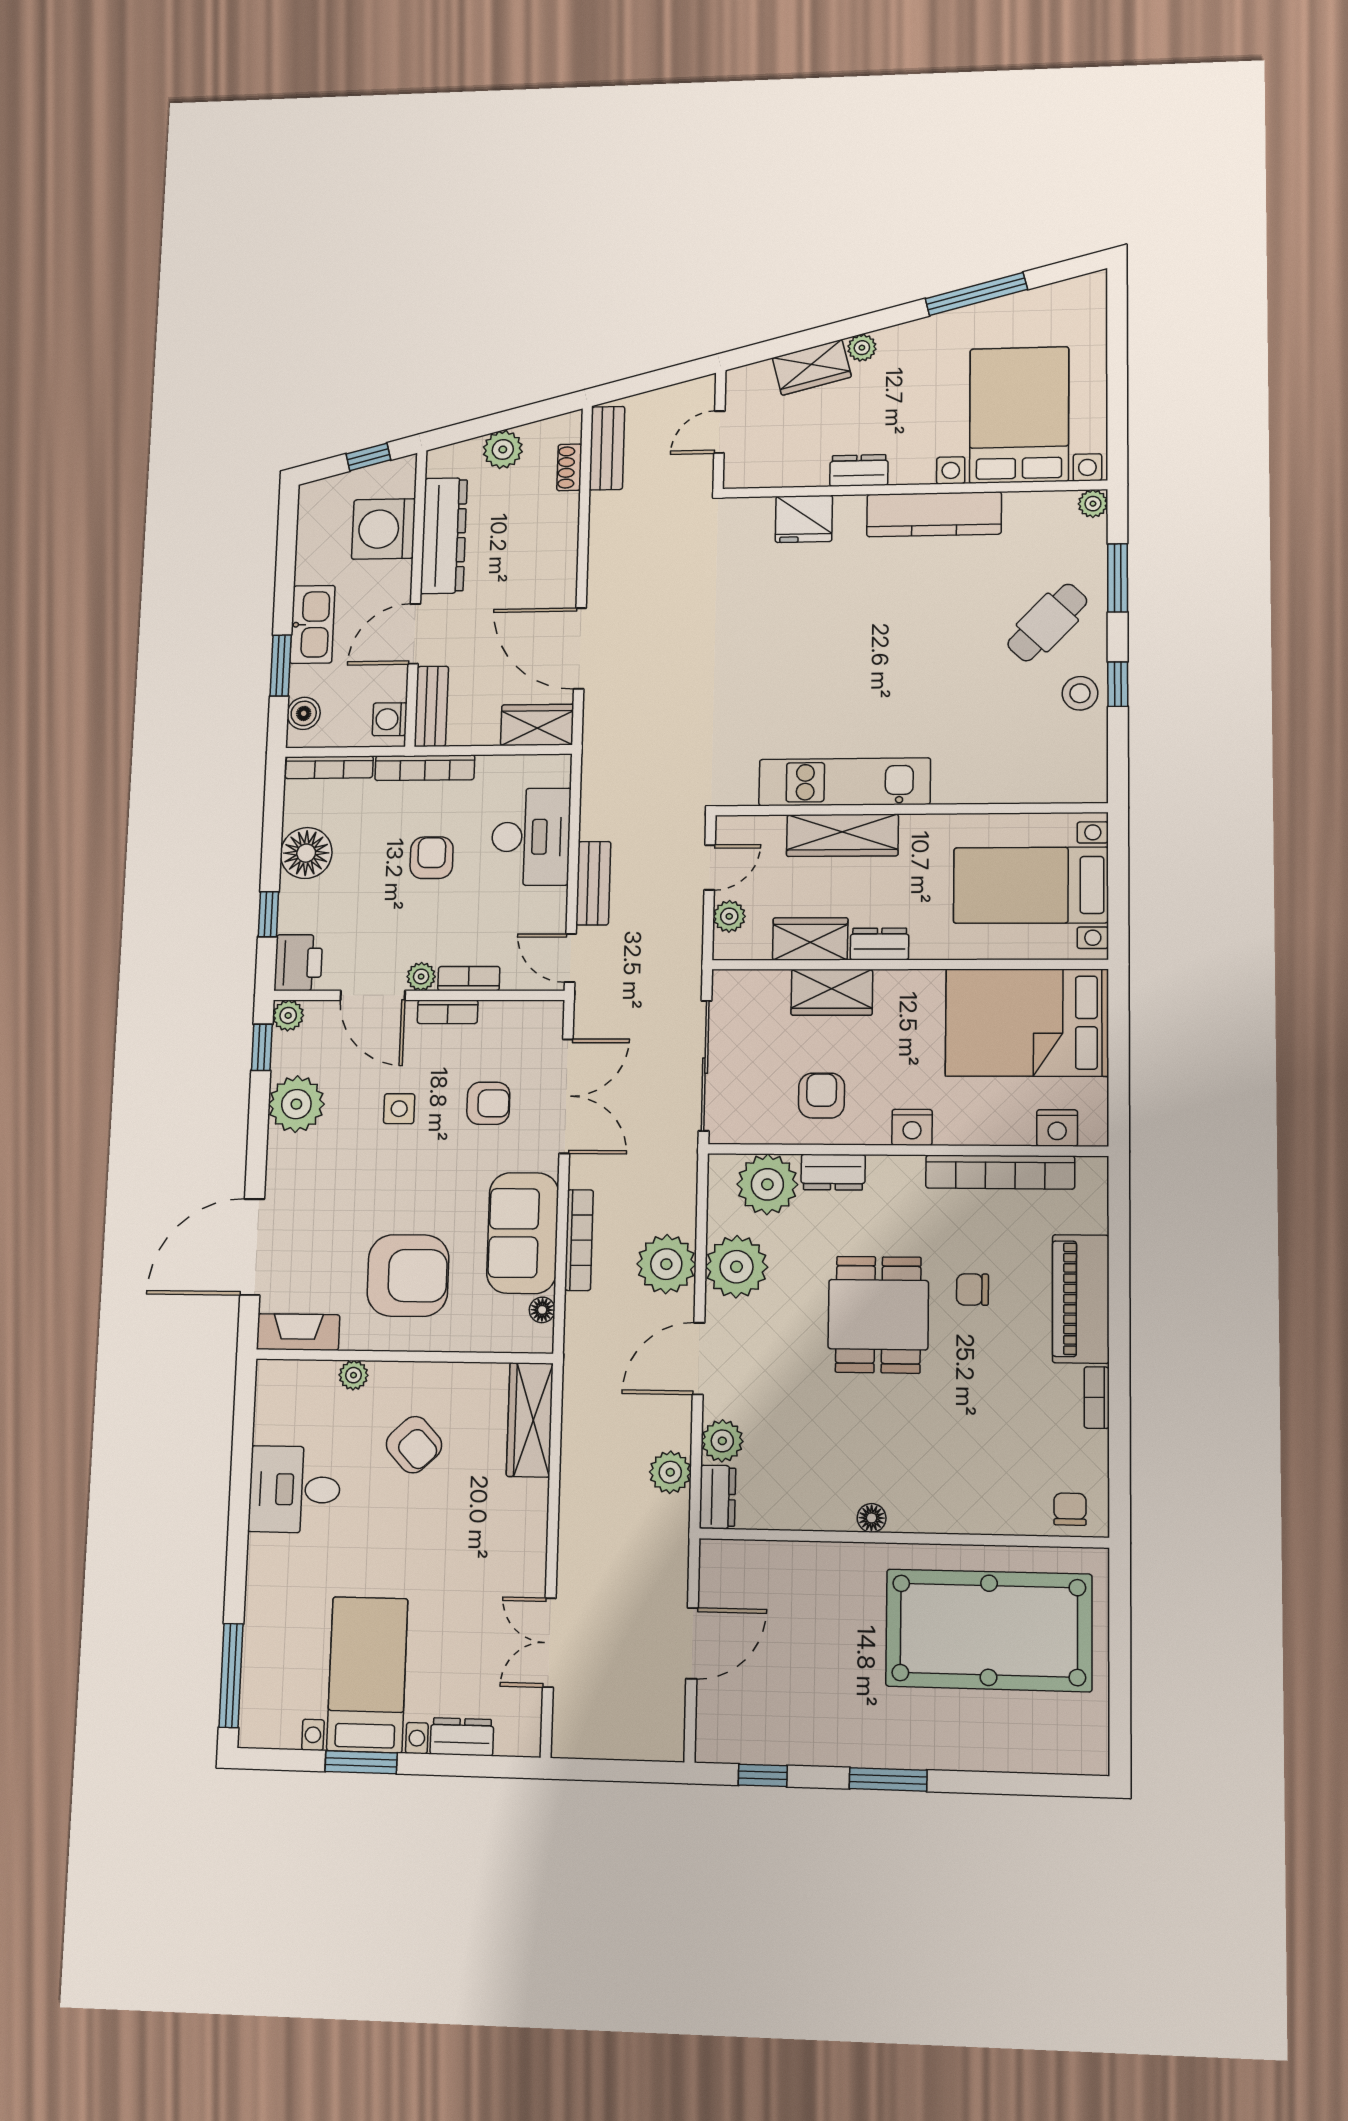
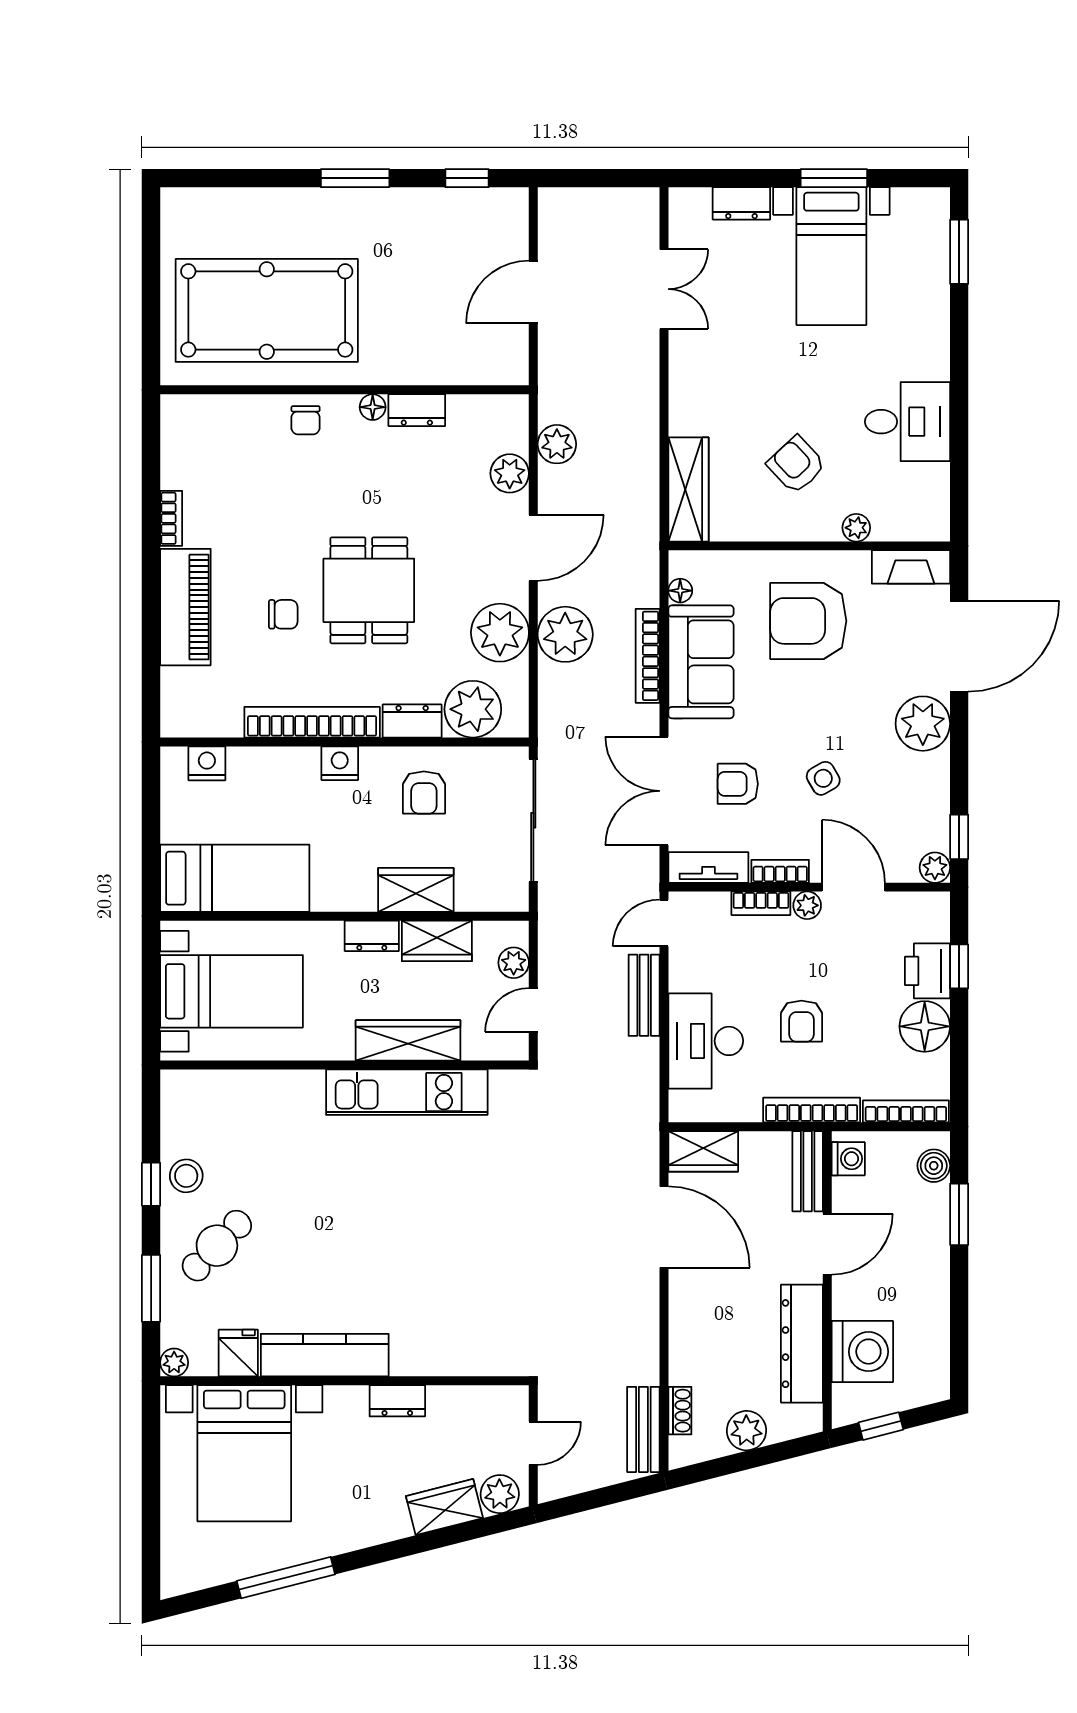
plant: (862, 348) -> (500, 1494), moved, width x1.38, depth x1.38
fridge: (804, 519) -> (238, 1353), moved, width x0.72
kitchen sink: (312, 624) -> (929, 1255), removed
door: (570, 958) -> (664, 923), swing flipped
printer: (298, 963) -> (927, 971), moved
tv unit: (522, 1016) -> (708, 867), added
bed: (1027, 1023) -> (235, 878), width x0.67
plant: (296, 1104) -> (923, 724), moved
side table: (399, 1109) -> (823, 778), turned -30
bookcase: (1000, 1172) -> (312, 722), moved
dresser: (718, 1497) -> (417, 410), moved, turned -90
chair: (1070, 1509) -> (306, 420), moved
window: (231, 1675) -> (959, 252), width x0.69

